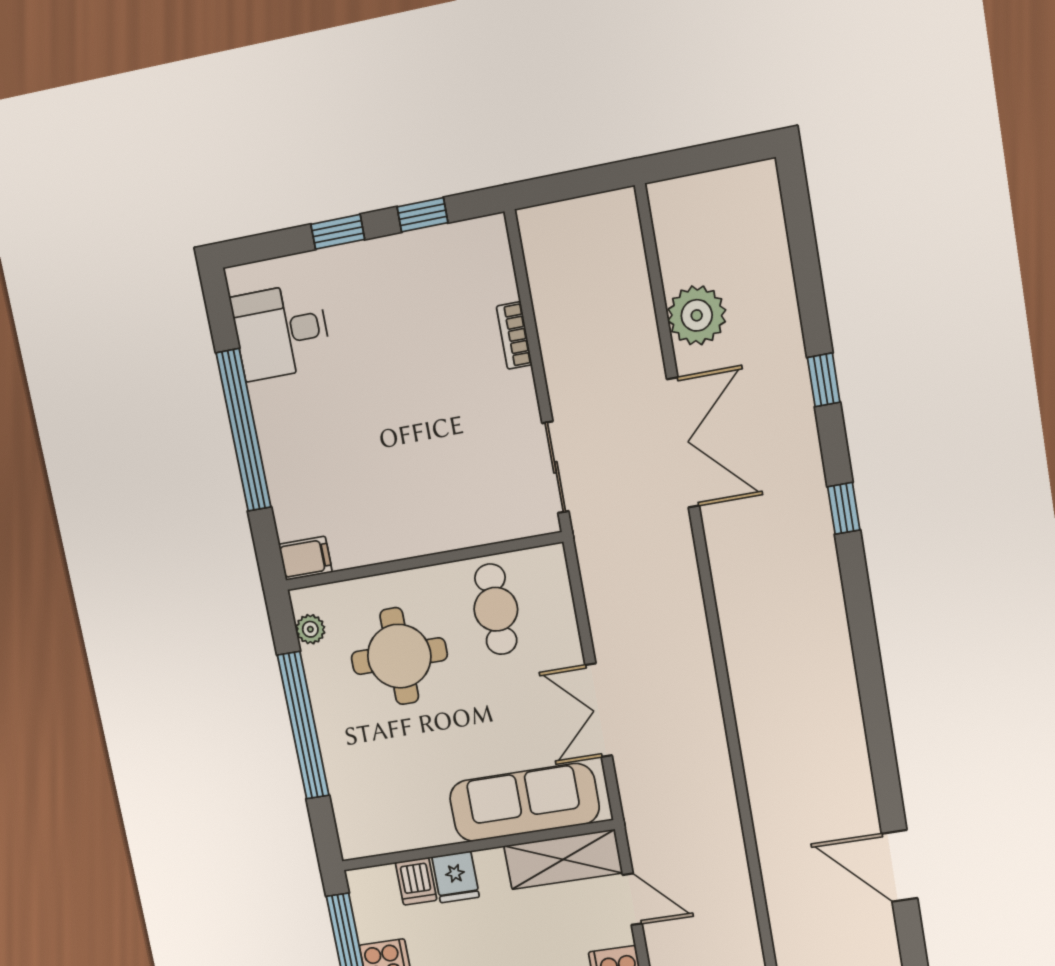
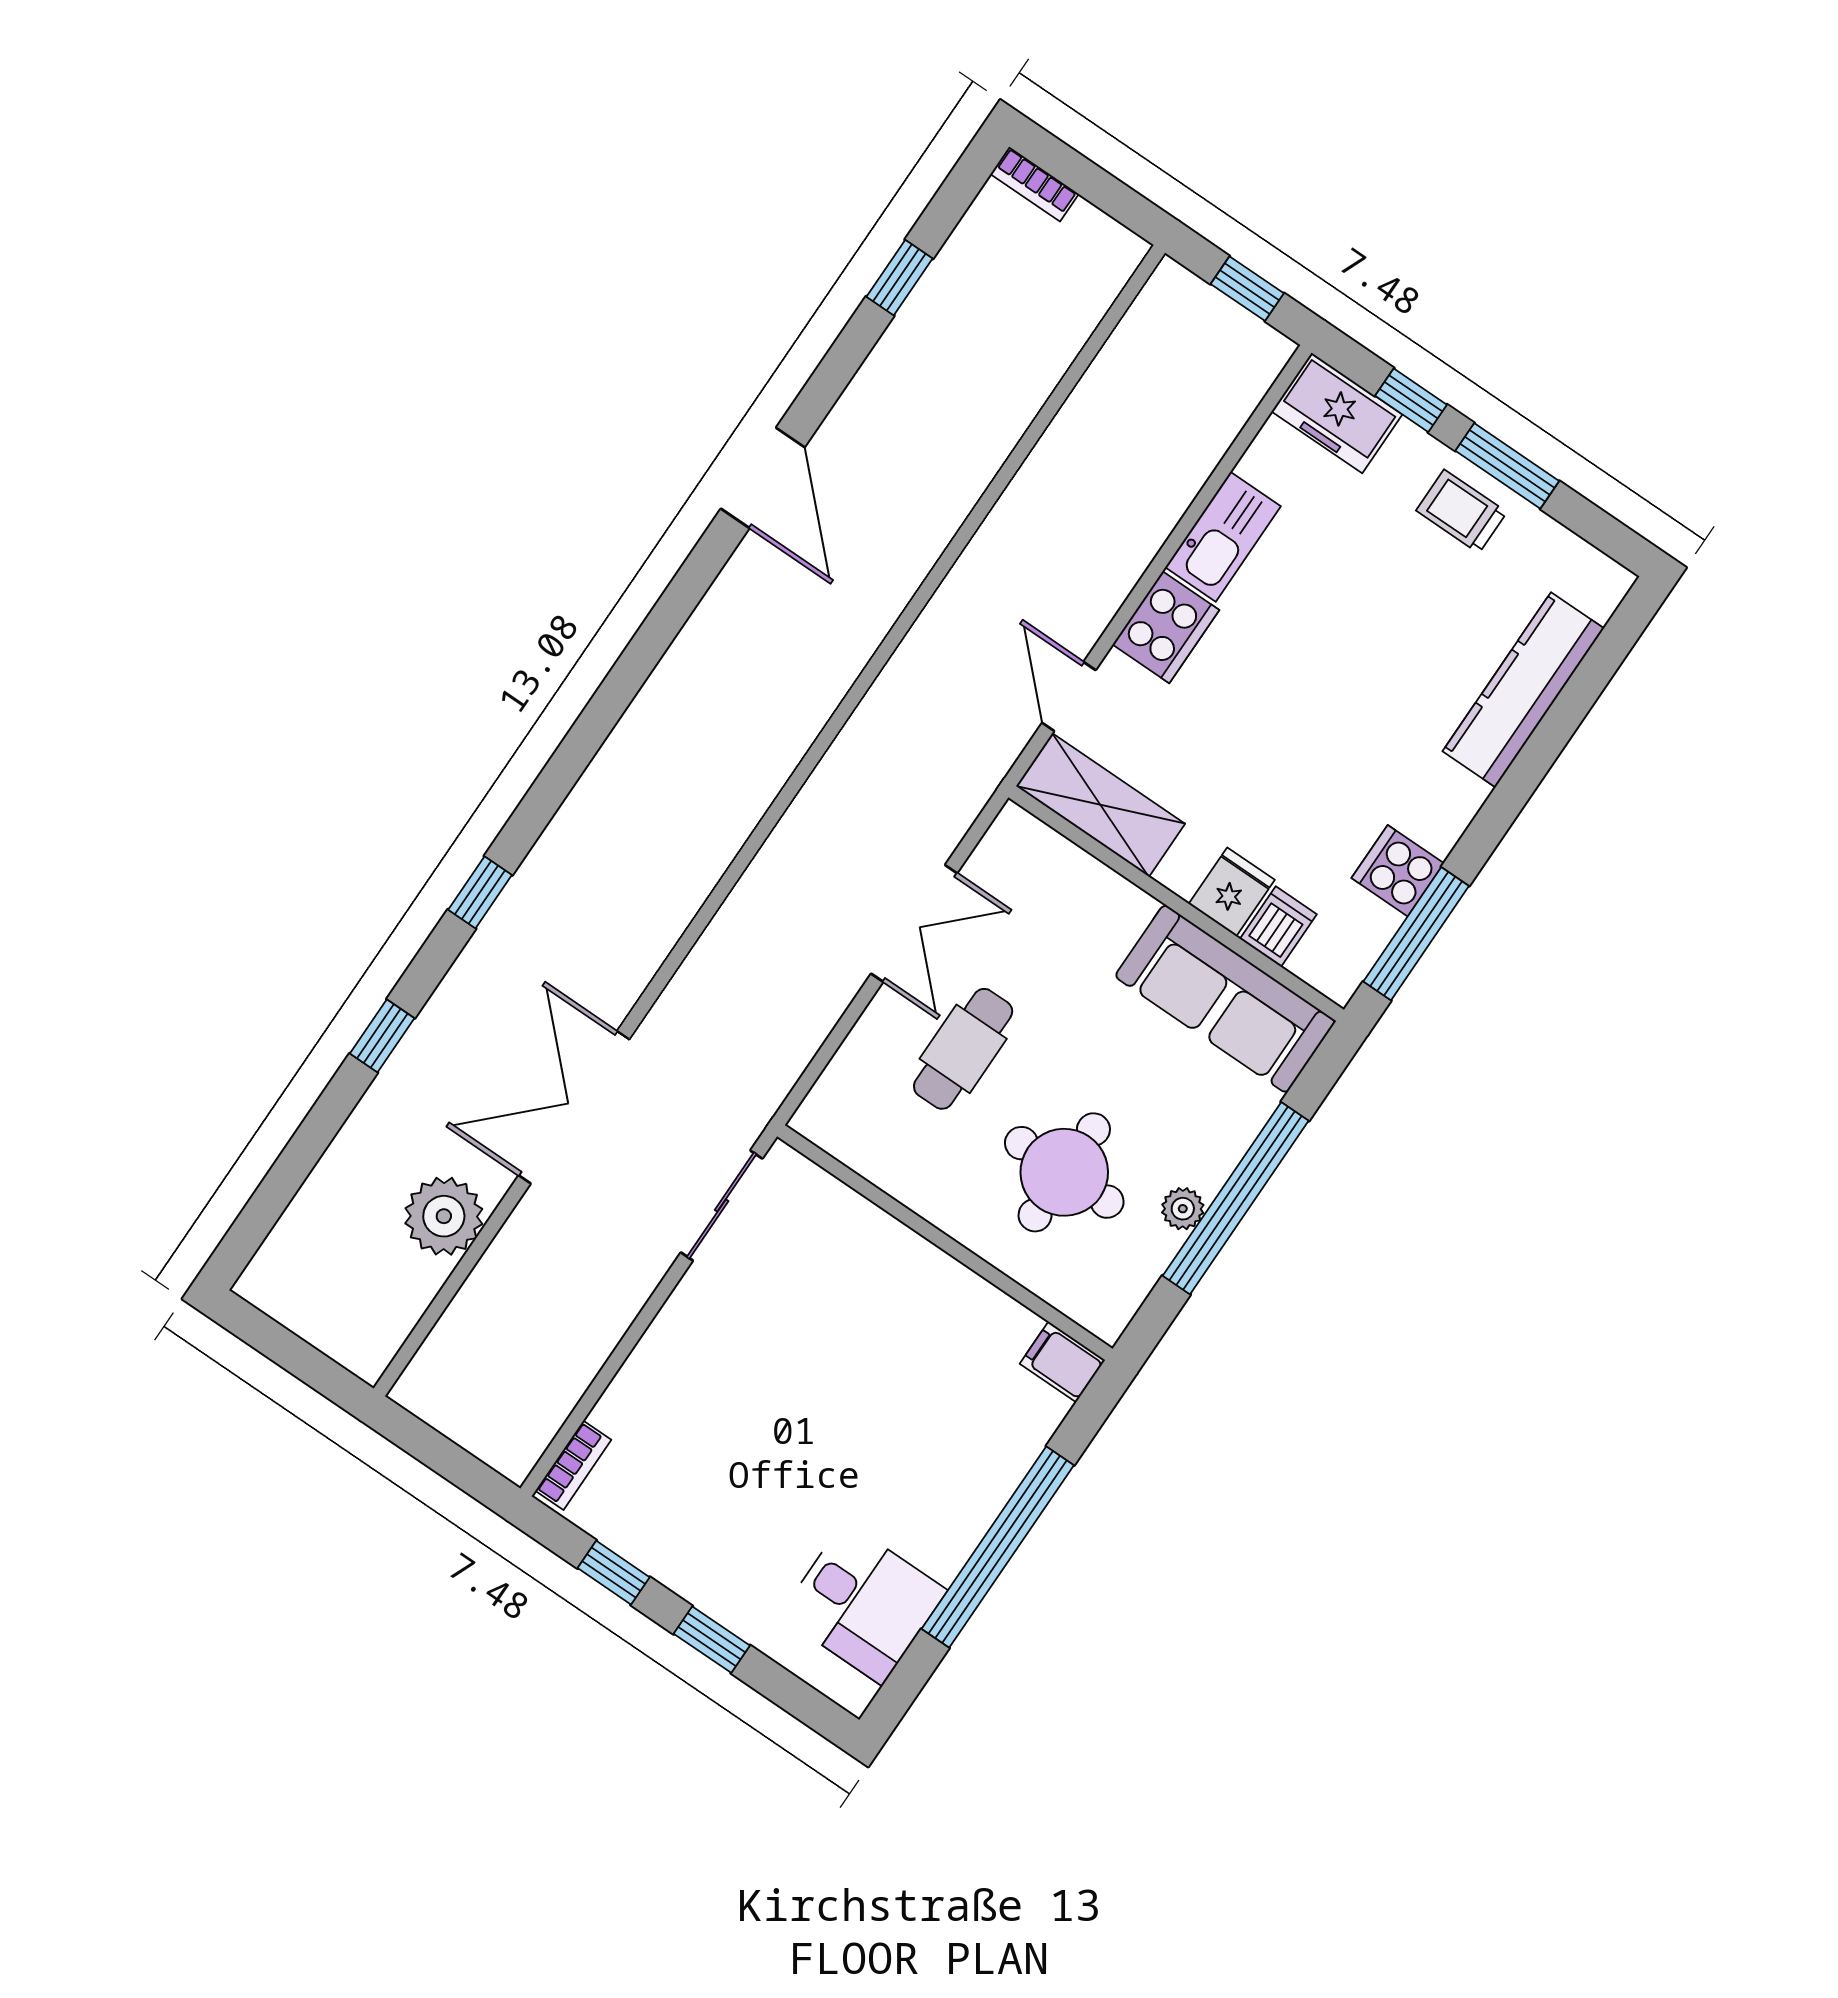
bookcase: (514, 335) -> (573, 1465), moved
cafe table: (496, 609) -> (963, 1049), moved
plant: (310, 629) -> (1183, 1209), moved
sofa: (524, 802) -> (1225, 999), moved

